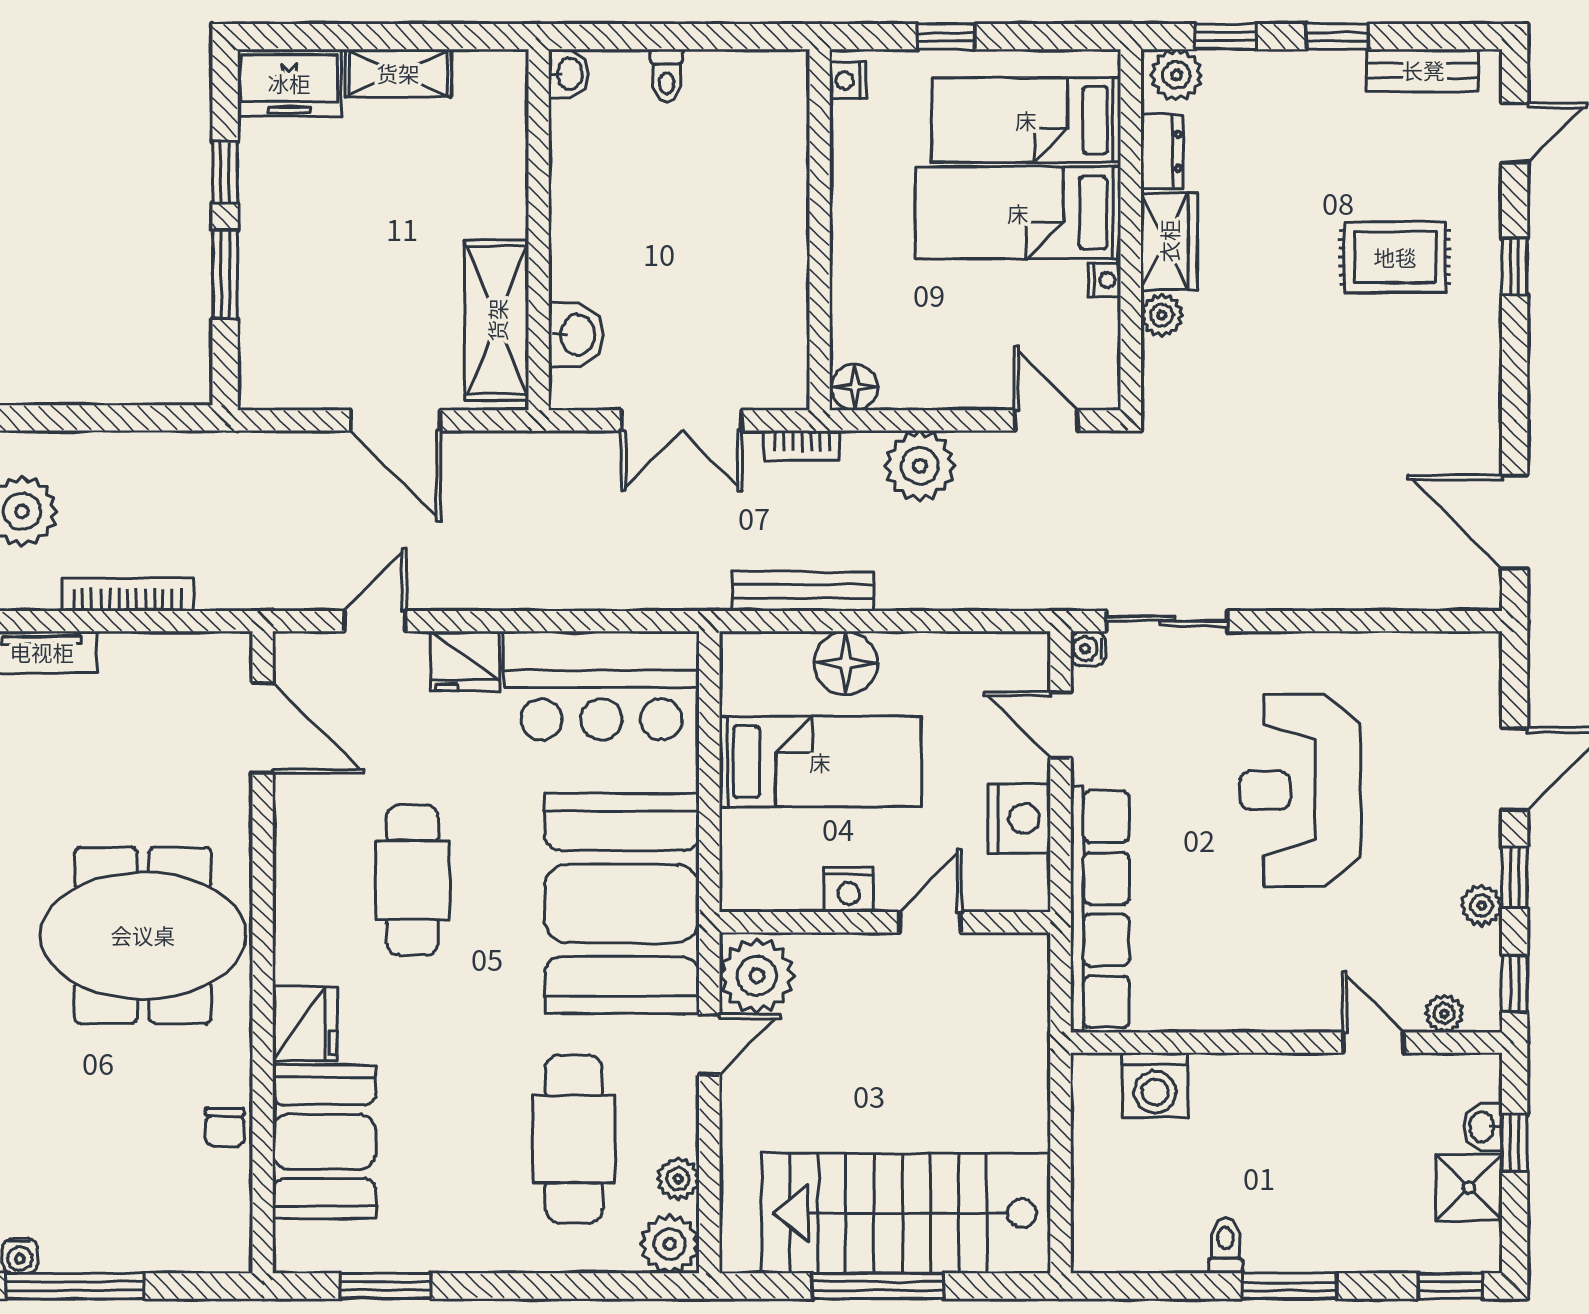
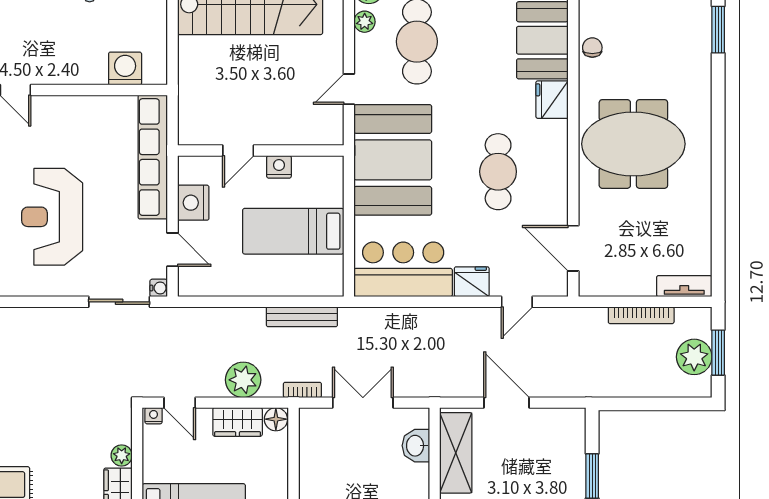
nightstand: (1105, 280) -> (154, 416), moved, turned 90
wardrobe: (931, 382) -> (238, 422), added
floor lamp: (846, 663) -> (280, 281), removed
reception desk: (1300, 790) -> (52, 217), turned 180
plant: (757, 976) -> (325, 124), removed

